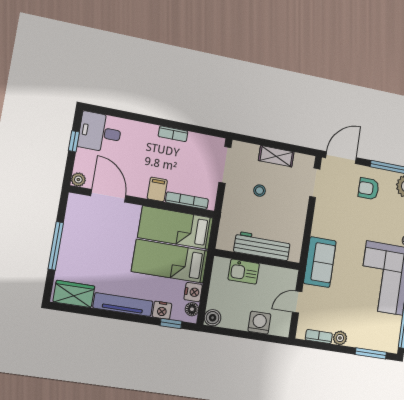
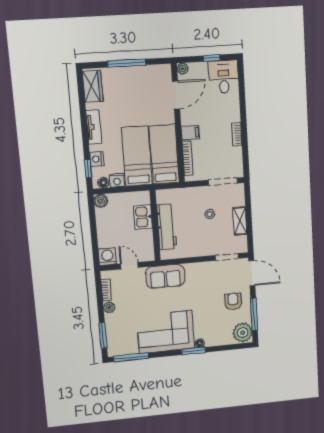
tv unit: (123, 305) -> (94, 127), width x0.71
washing machine: (259, 323) -> (107, 257), moved, turned -90

